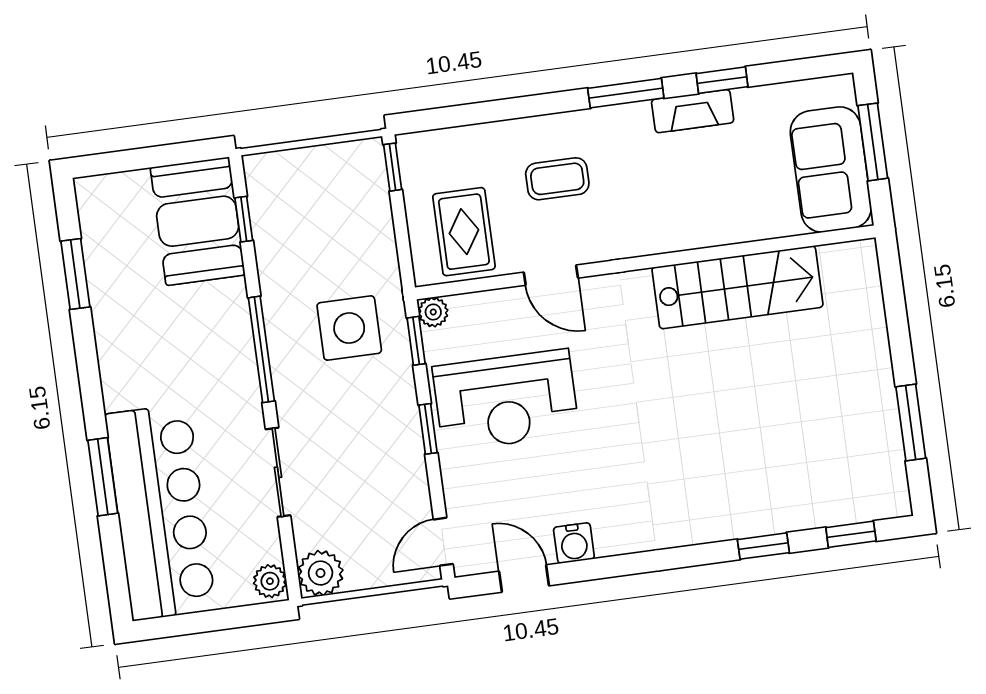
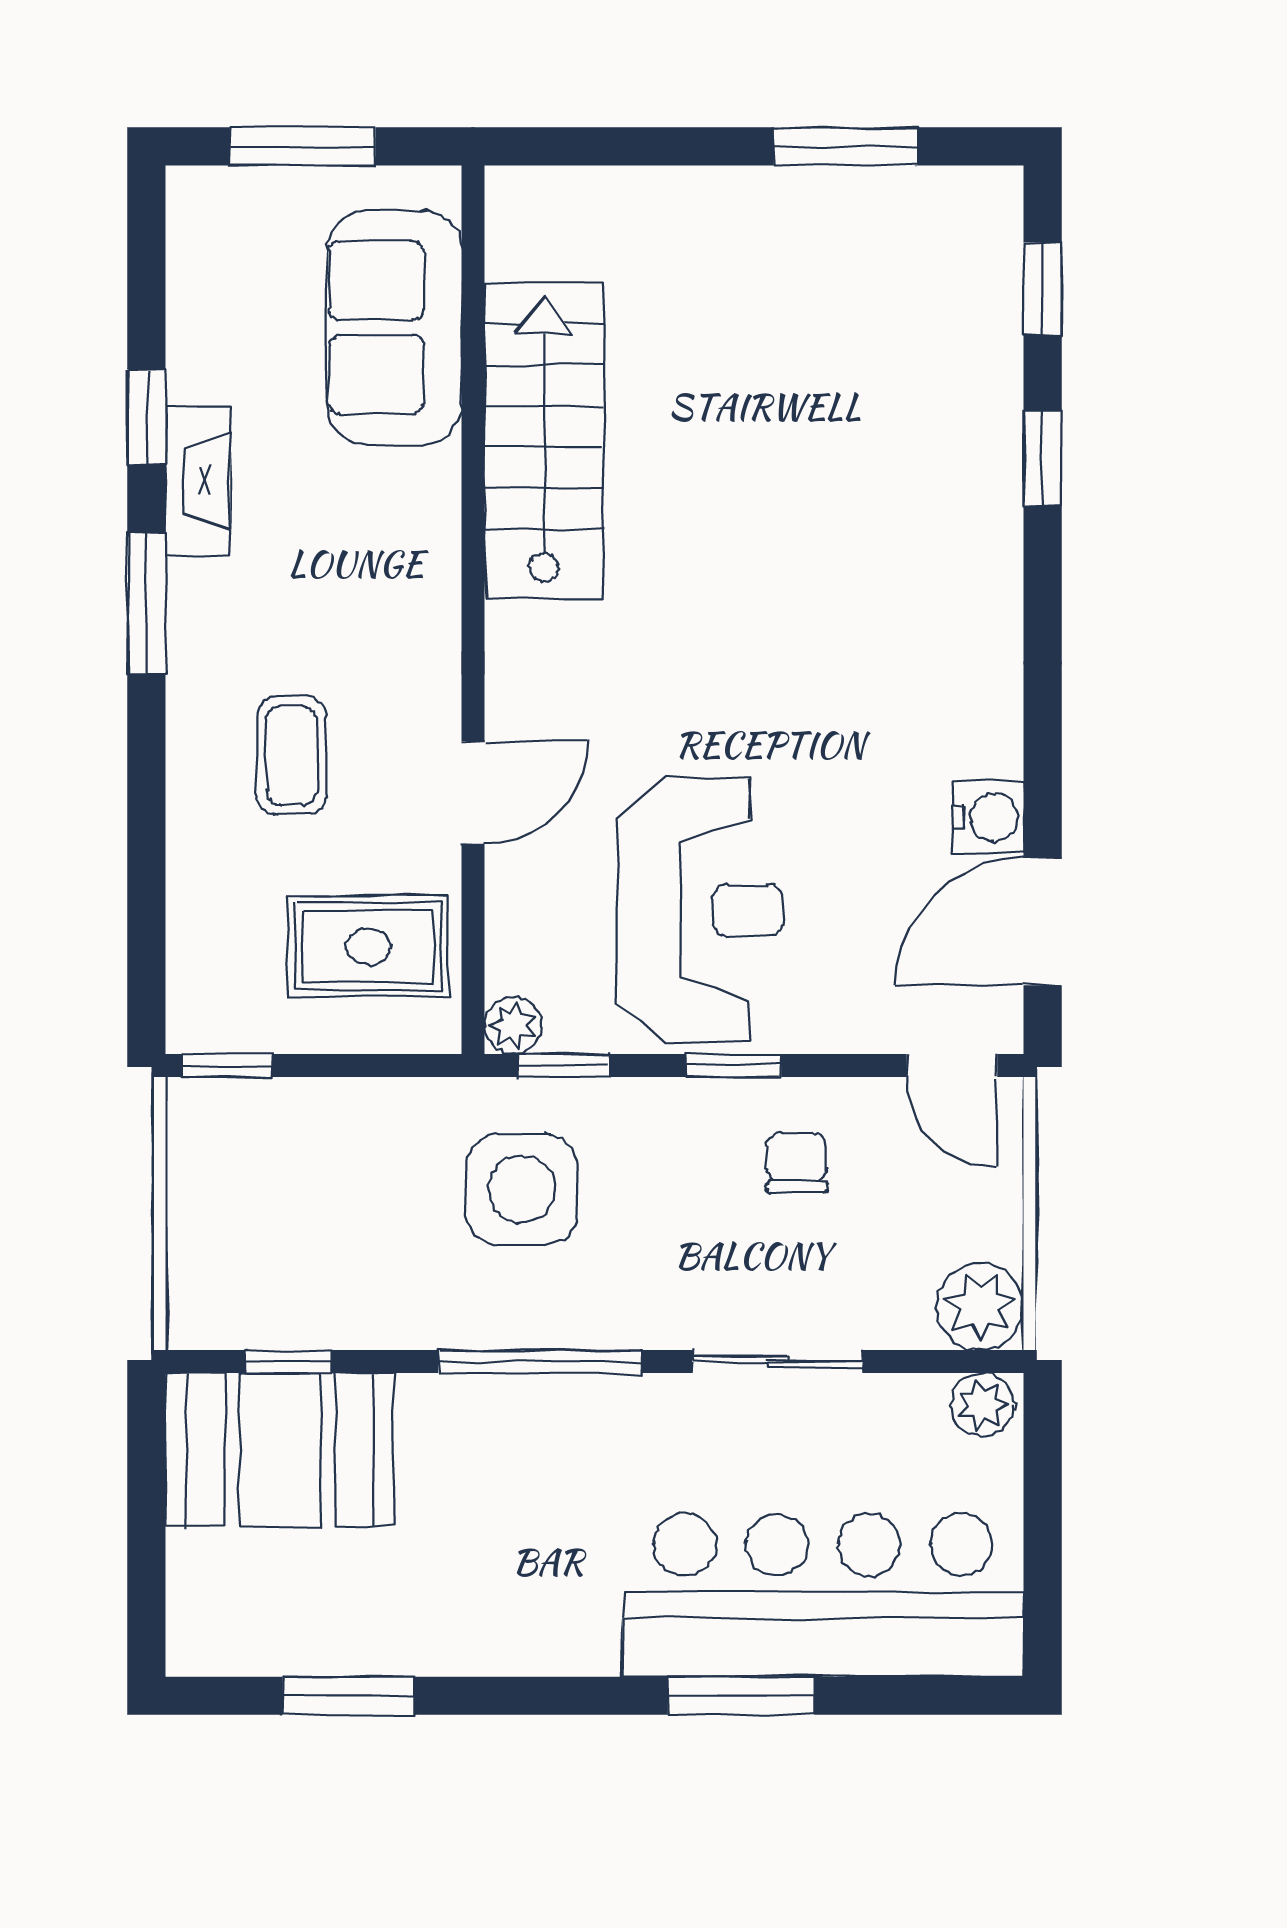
sofa: (831, 170) -> (394, 327), moved, turned 90
chair: (382, 468) -> (797, 1163), added
door: (524, 578) -> (1043, 921), width x1.38

